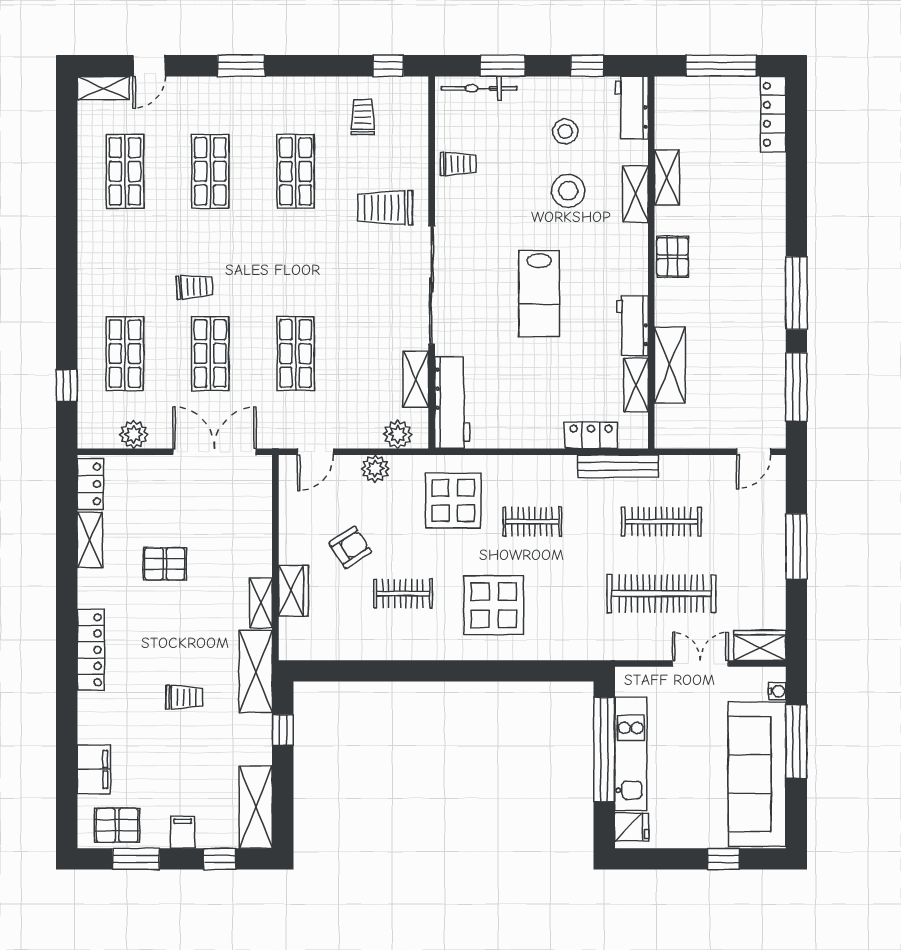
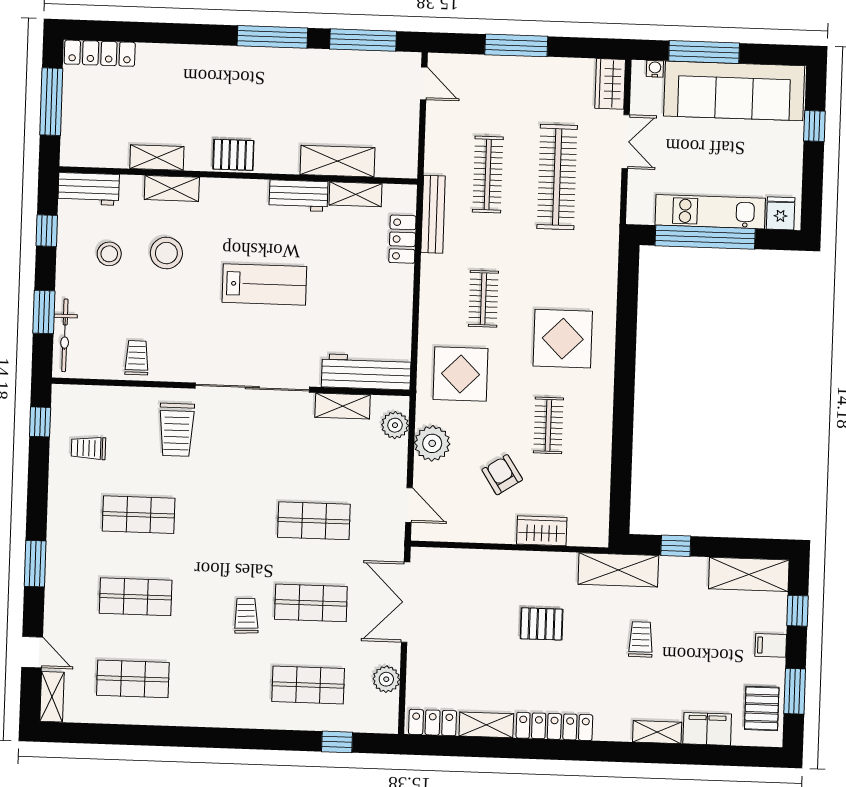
plant: (375, 469) -> (432, 443), width x1.36, depth x1.36
pallet: (165, 564) -> (542, 624), moved, turned 90
shelving: (261, 603) -> (657, 732), moved
locker: (91, 650) -> (554, 726), moved
double door: (700, 663) -> (626, 142), swing flipped

